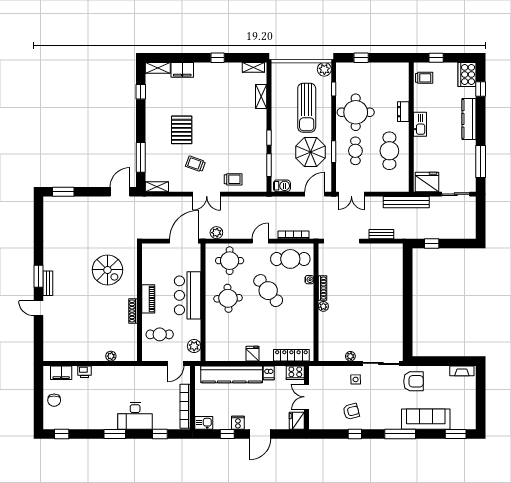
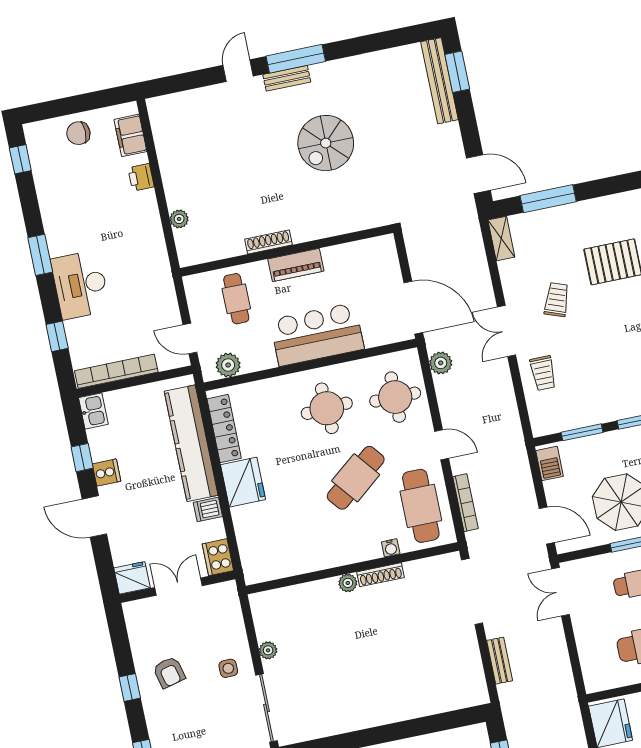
bench: (406, 202) -> (440, 81), moved
spiral stairs: (107, 270) -> (326, 143), moved
window: (38, 276) -> (296, 59), width x1.44
fridge: (253, 354) -> (243, 482), width x1.88, depth x1.34
locker: (291, 355) -> (224, 429), moved

